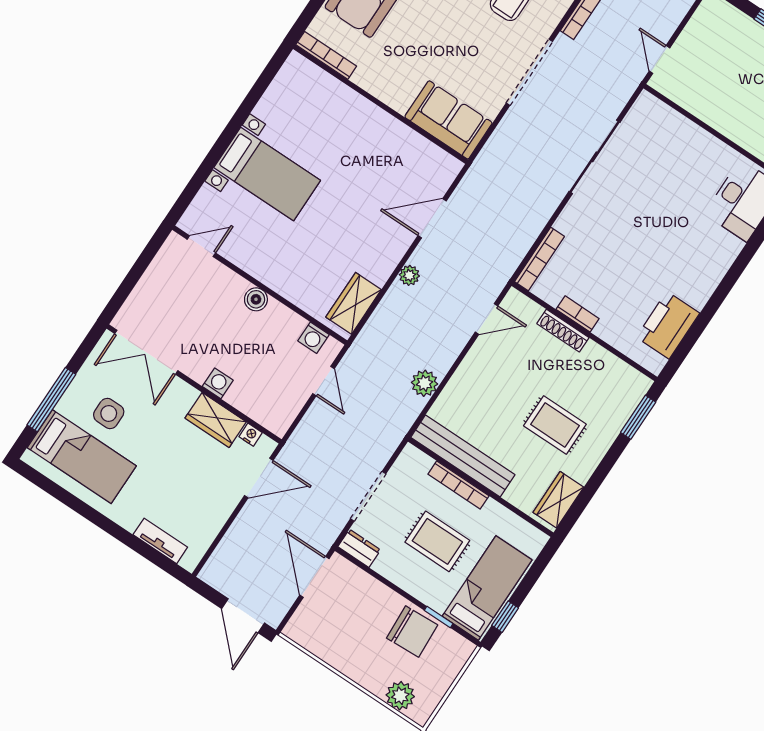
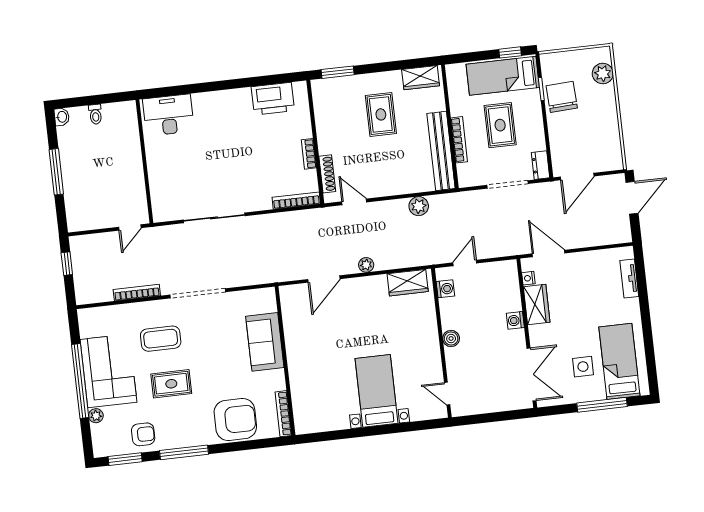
sofa: (448, 120) -> (265, 342), moved
door: (432, 218) -> (324, 279), hinge flipped
shoe rack: (563, 331) -> (327, 174), moved

